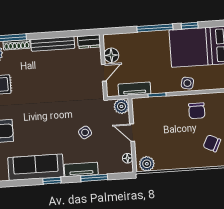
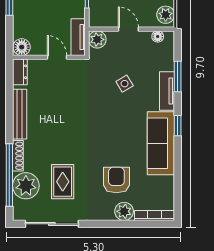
floor lamp: (111, 55) -> (22, 47), moved
tv unit: (134, 89) -> (78, 37), moved
door: (132, 133) -> (128, 29), swing flipped

